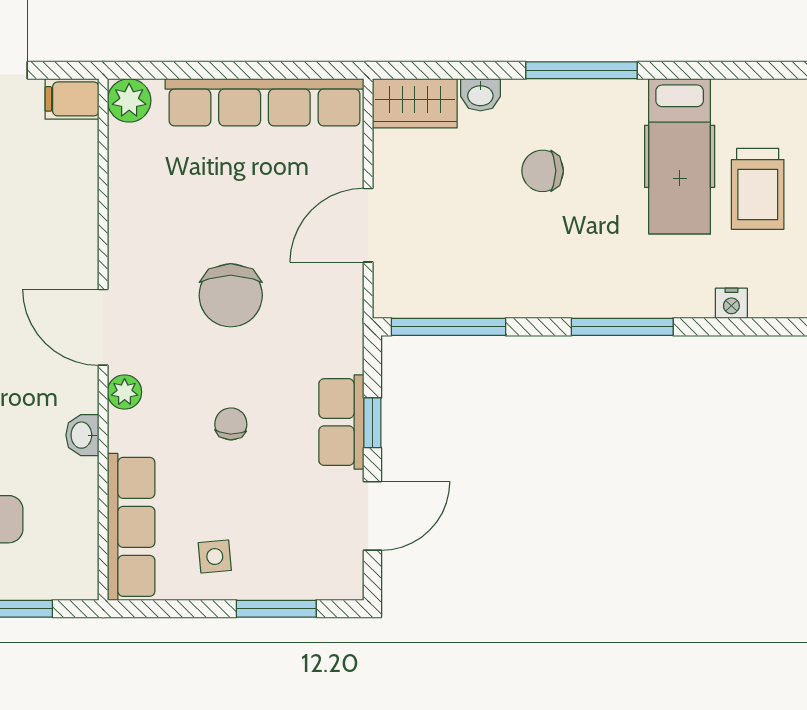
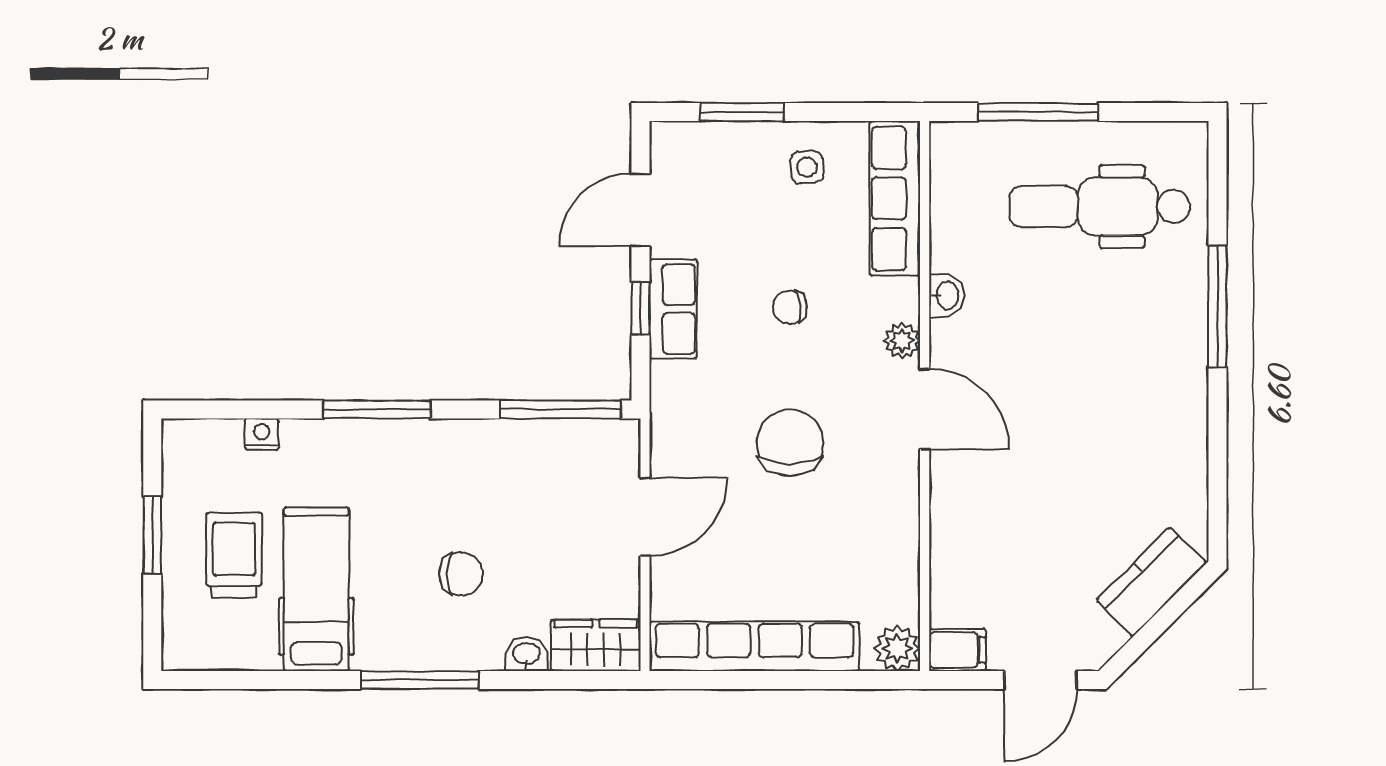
chair: (231, 424) -> (790, 307), turned 81

